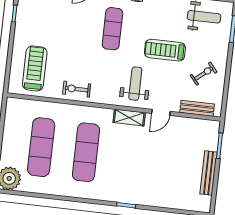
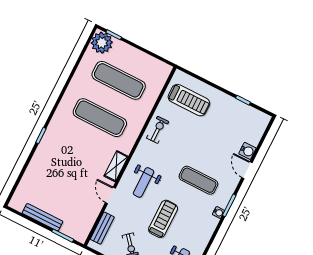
weight bench: (135, 84) -> (144, 182), turned 90

